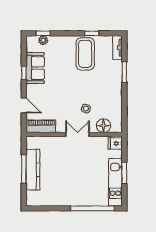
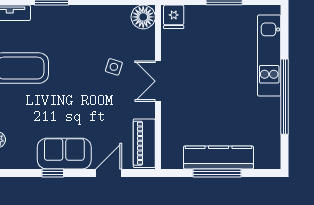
sofa: (35, 68) -> (64, 154), moved
floor lamp: (103, 126) -> (143, 17), moved
kitchen unit: (115, 182) -> (269, 56), moved, turned 90
window: (92, 208) -> (285, 97), moved

